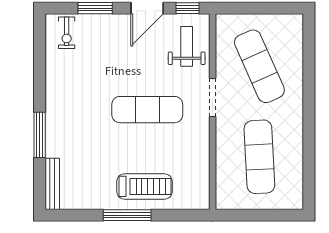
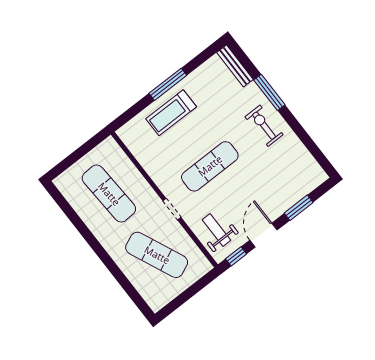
exercise bike: (67, 33) -> (264, 126), moved, width x1.38, depth x1.39
weight bench: (187, 46) -> (216, 230), turned 180
doorway: (213, 97) -> (172, 209), width x0.73

